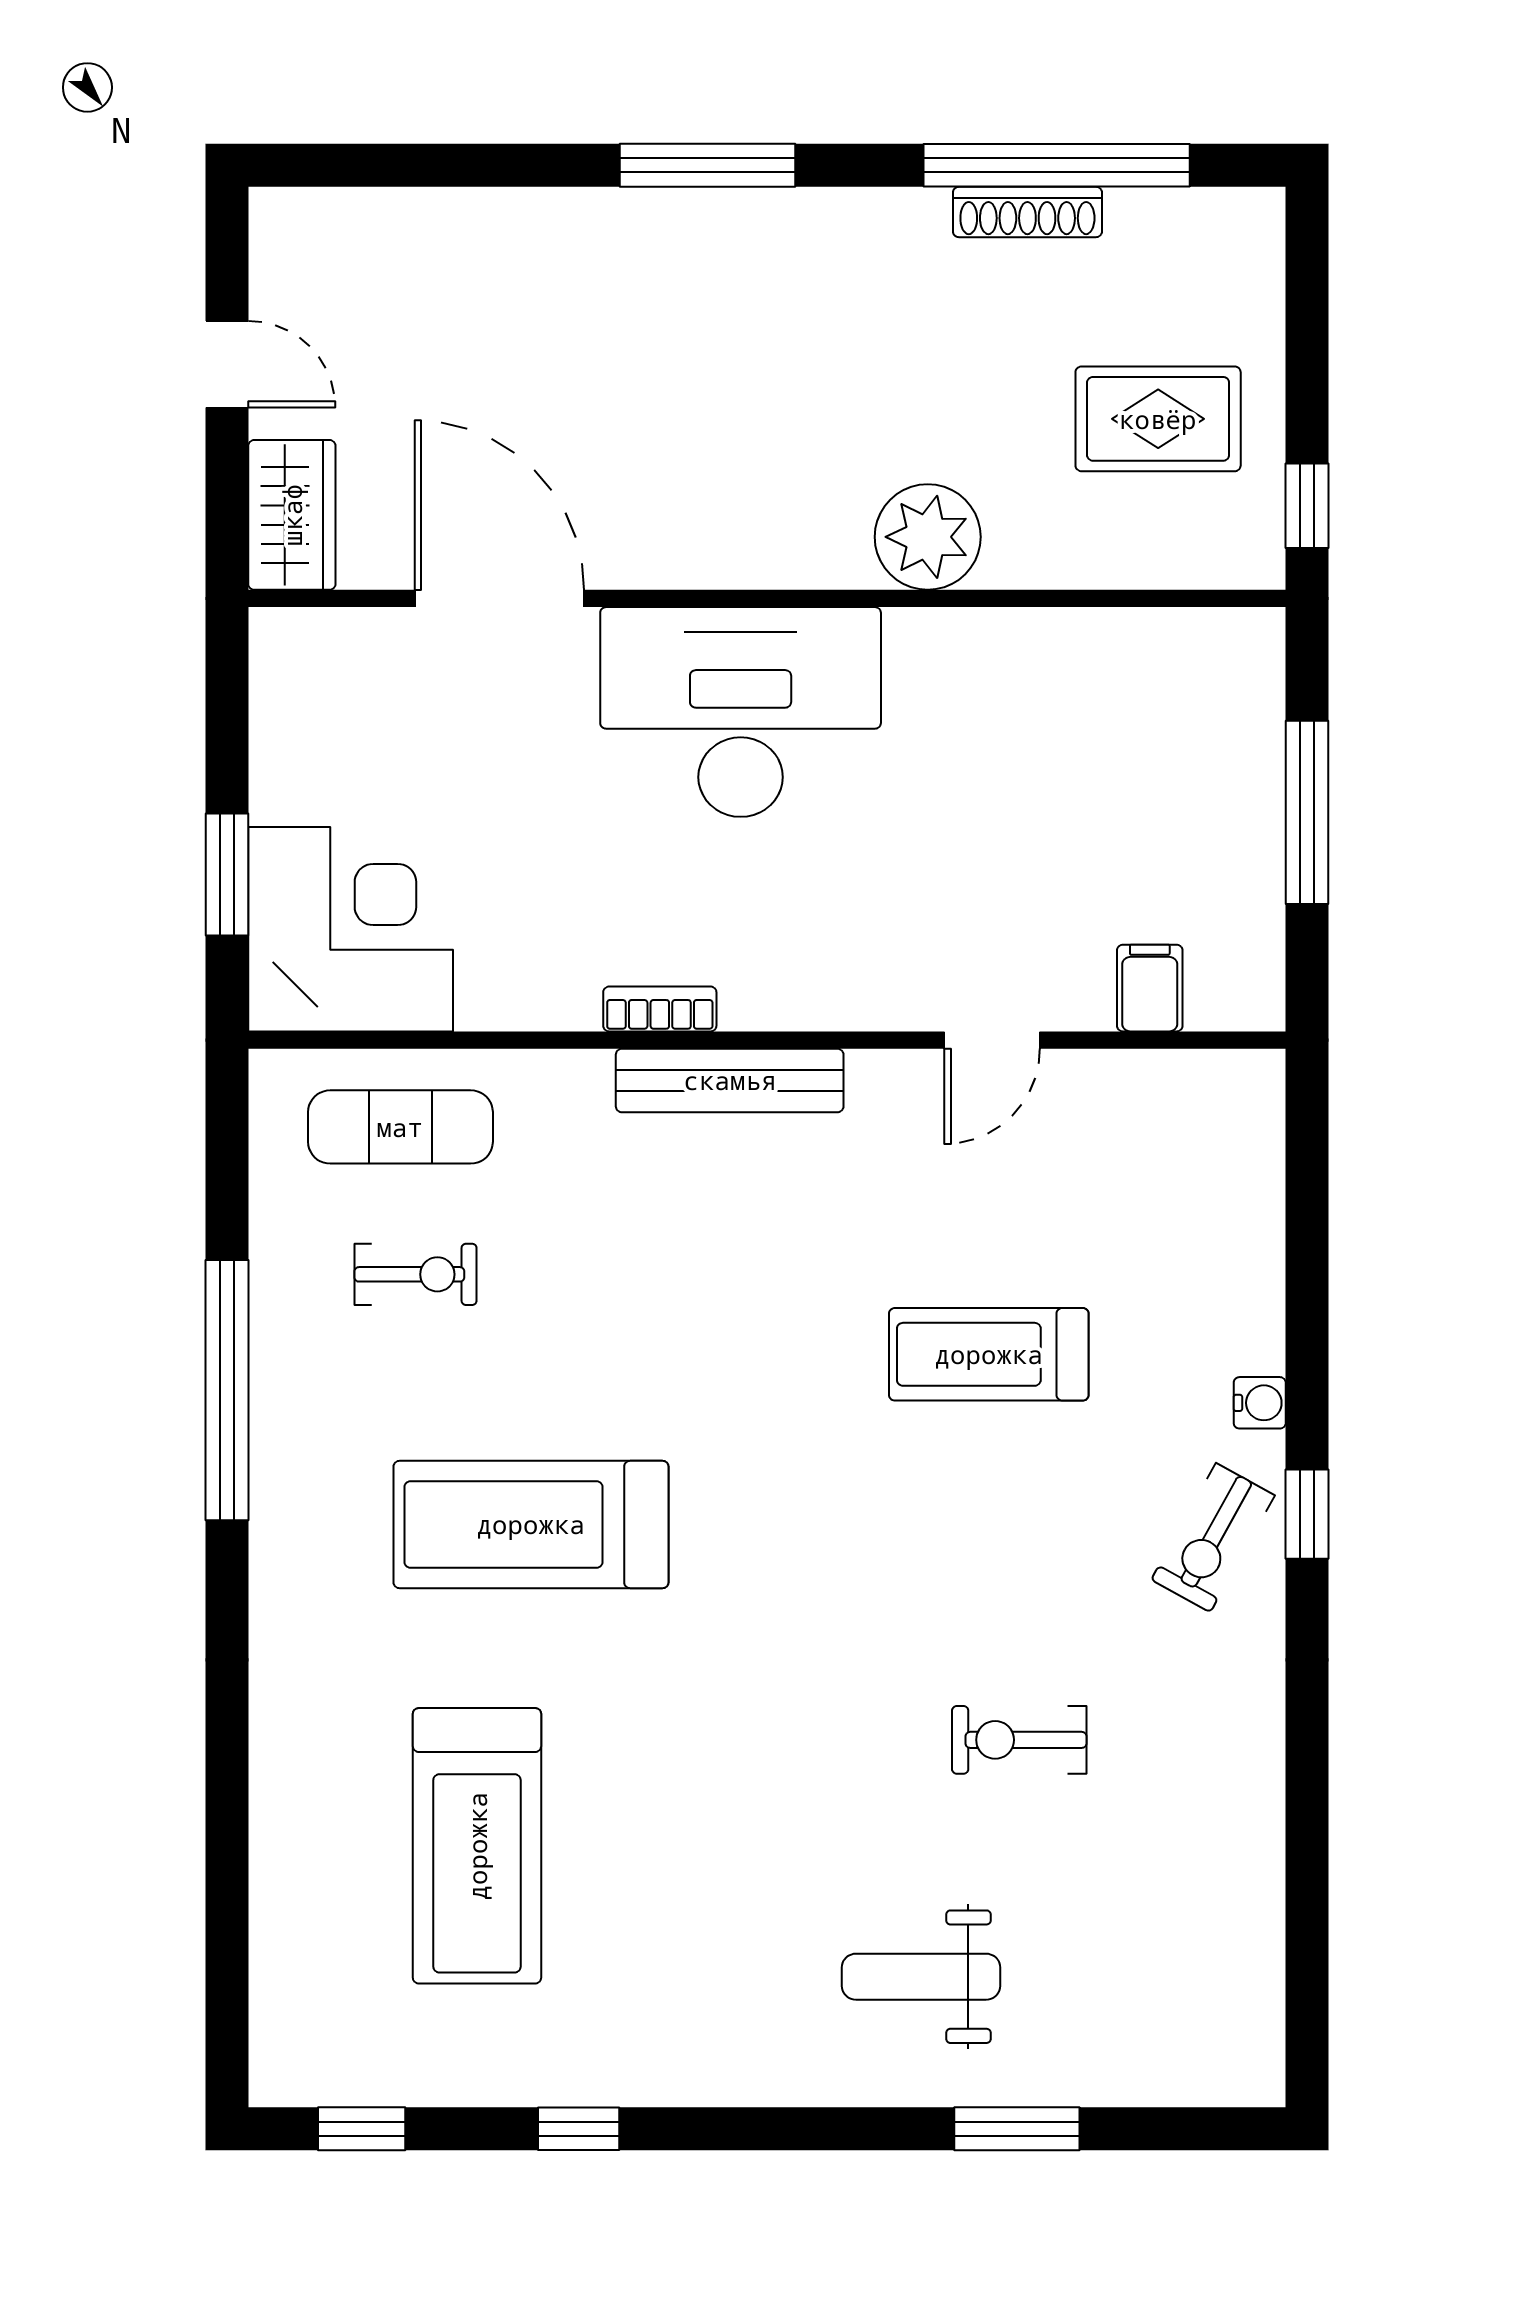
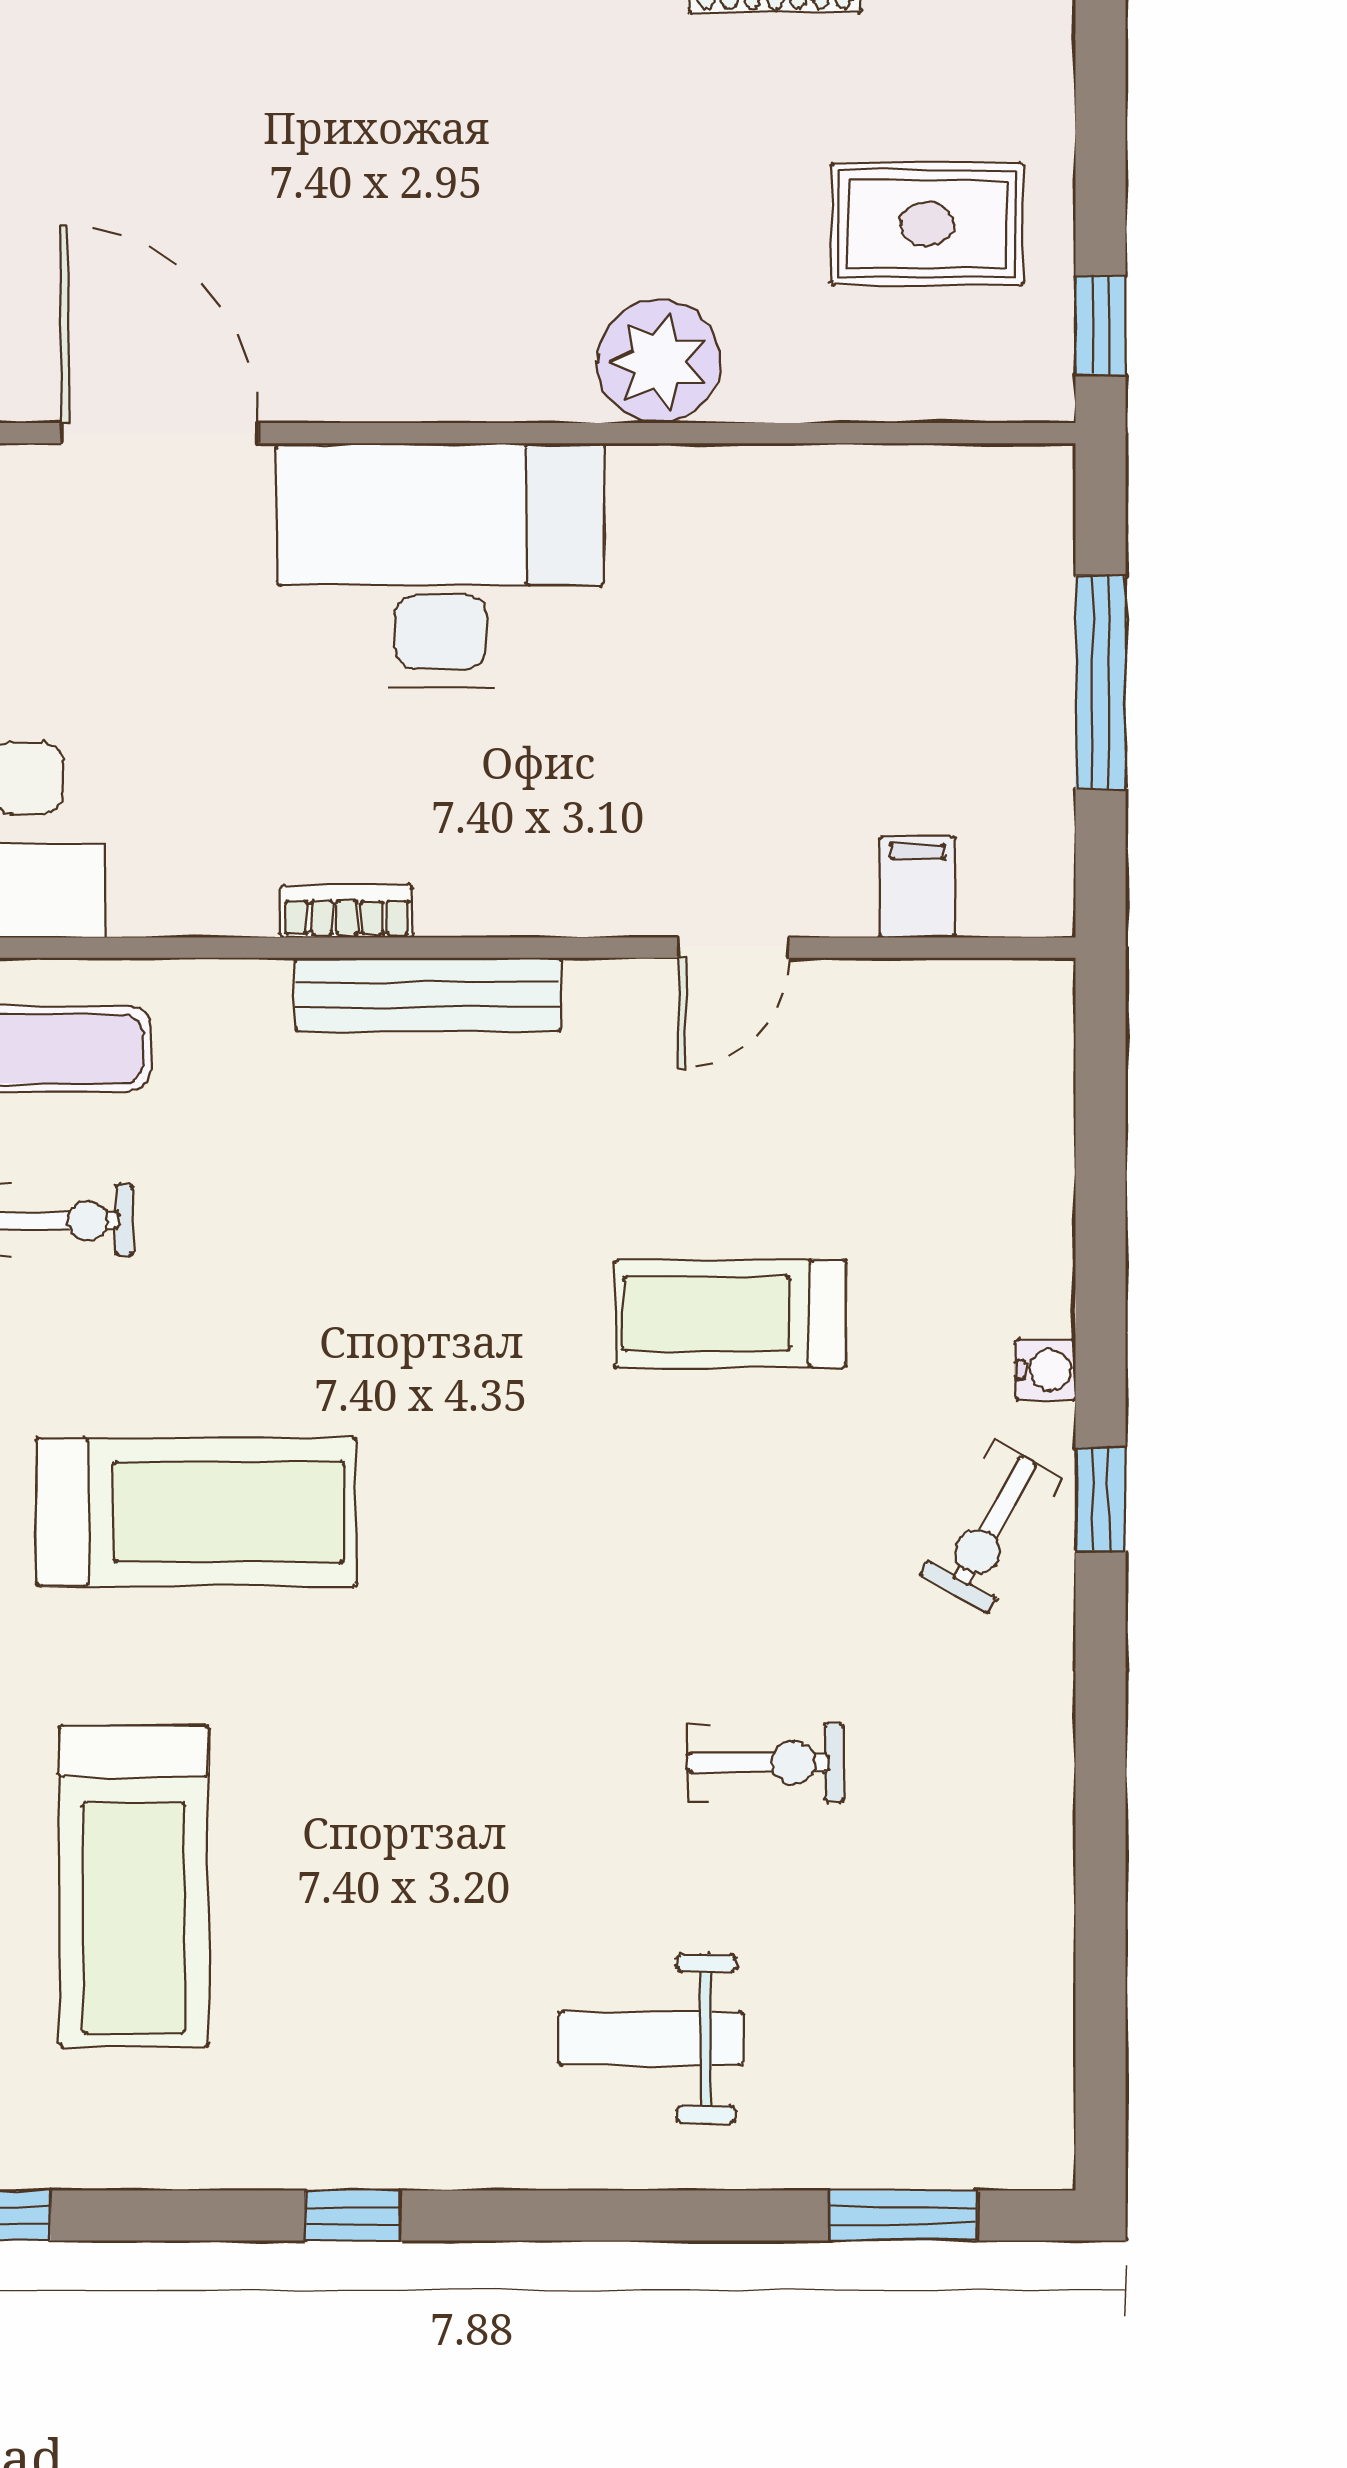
treadmill: (531, 1524) -> (197, 1512), turned 180
exercise bike: (1019, 1740) -> (765, 1763), turned 180
window: (579, 2129) -> (353, 2216), moved
window: (1017, 2129) -> (903, 2216), moved

